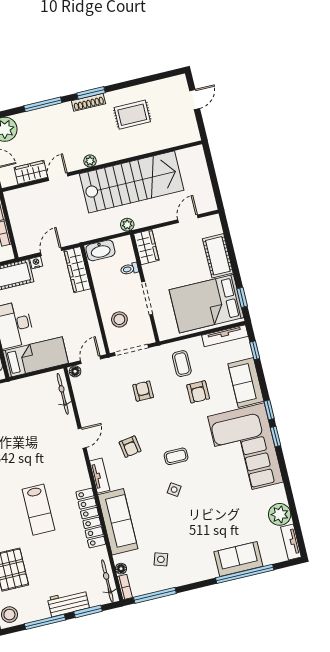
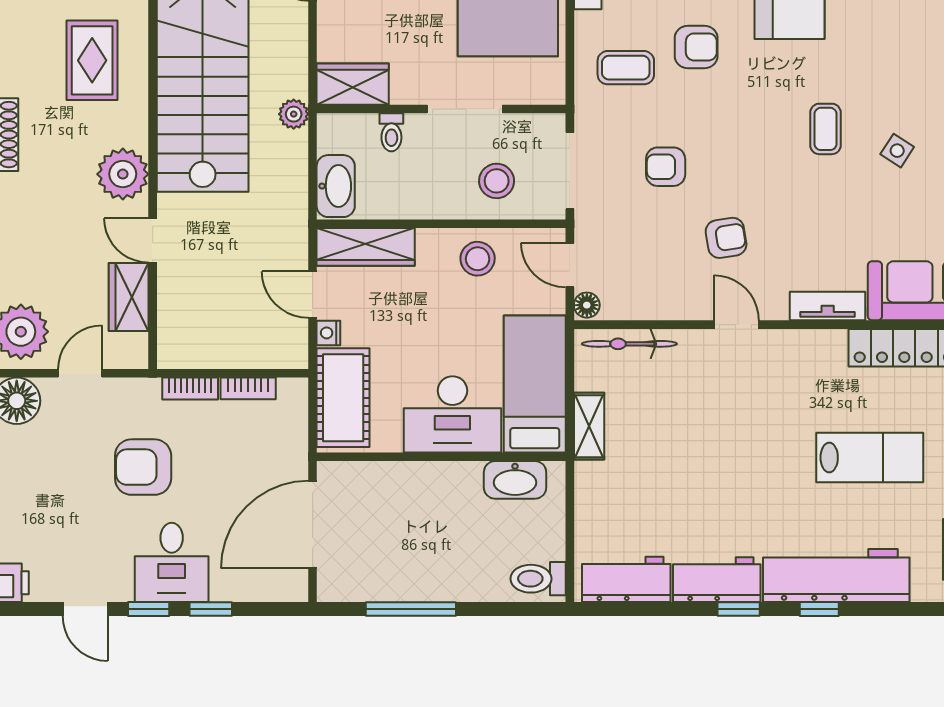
rug: (132, 115) -> (92, 60), moved
plant: (90, 161) -> (123, 174), width x1.88, depth x1.88
stool: (84, 319) -> (478, 259), added
shelving: (23, 385) -> (589, 426), added
armchair: (130, 447) -> (726, 238), moved

